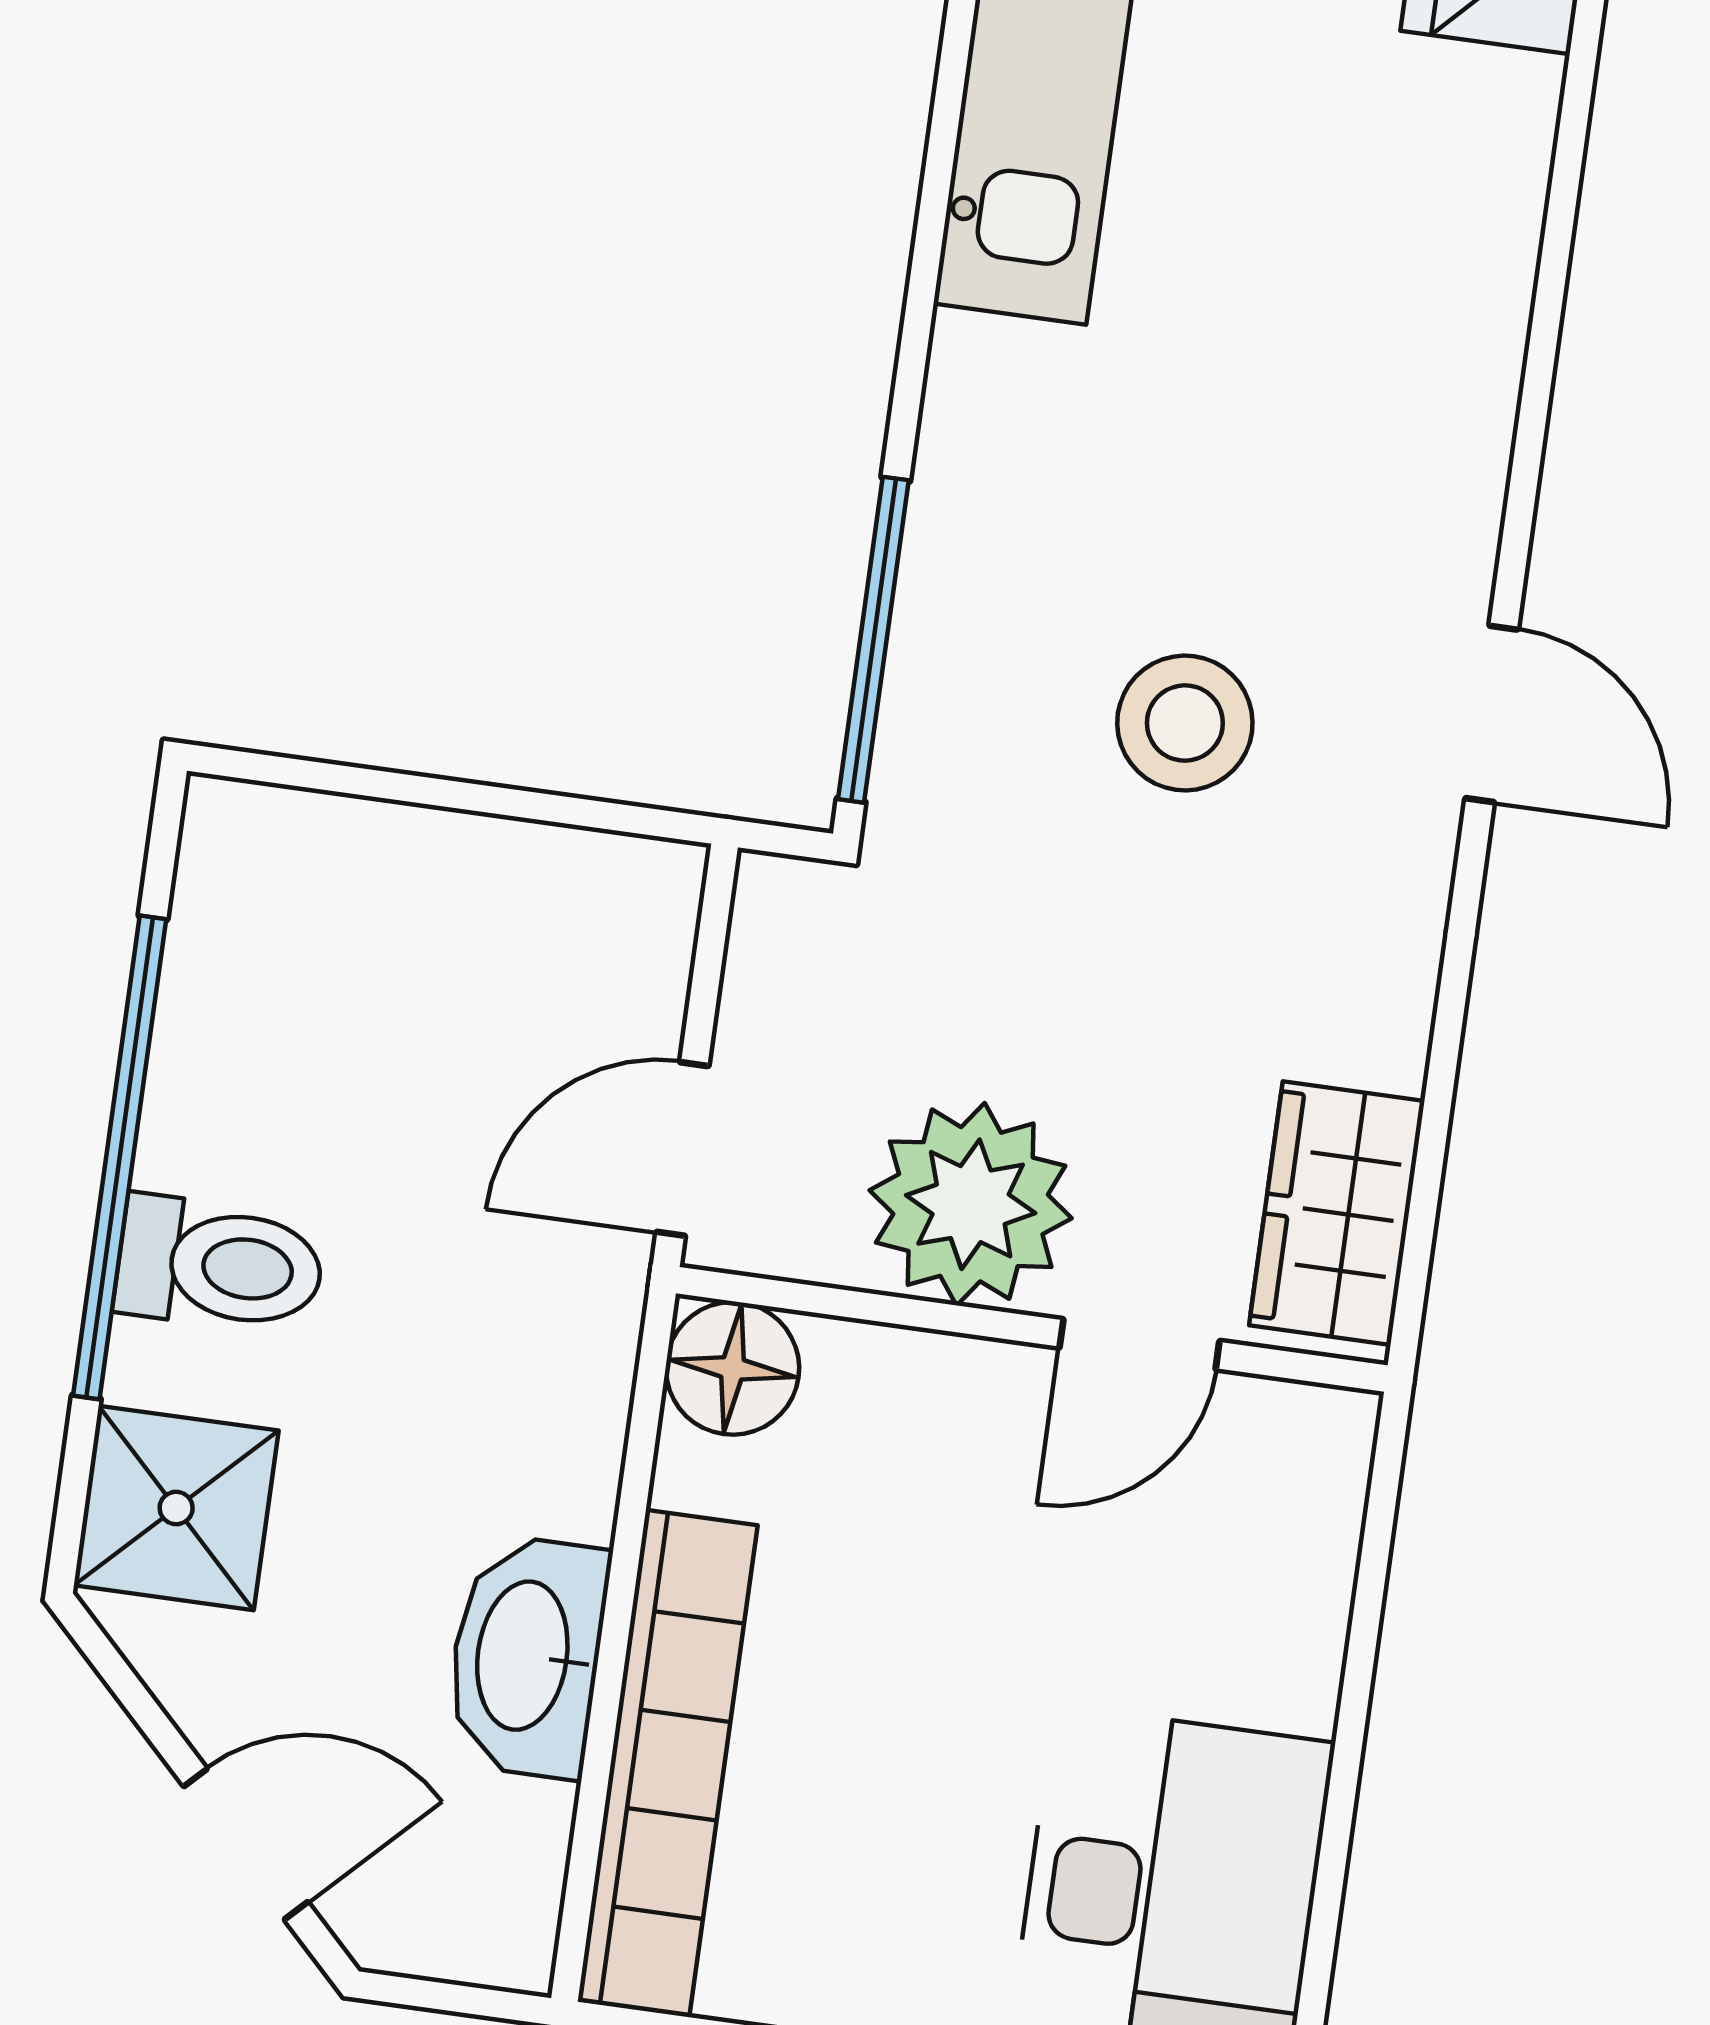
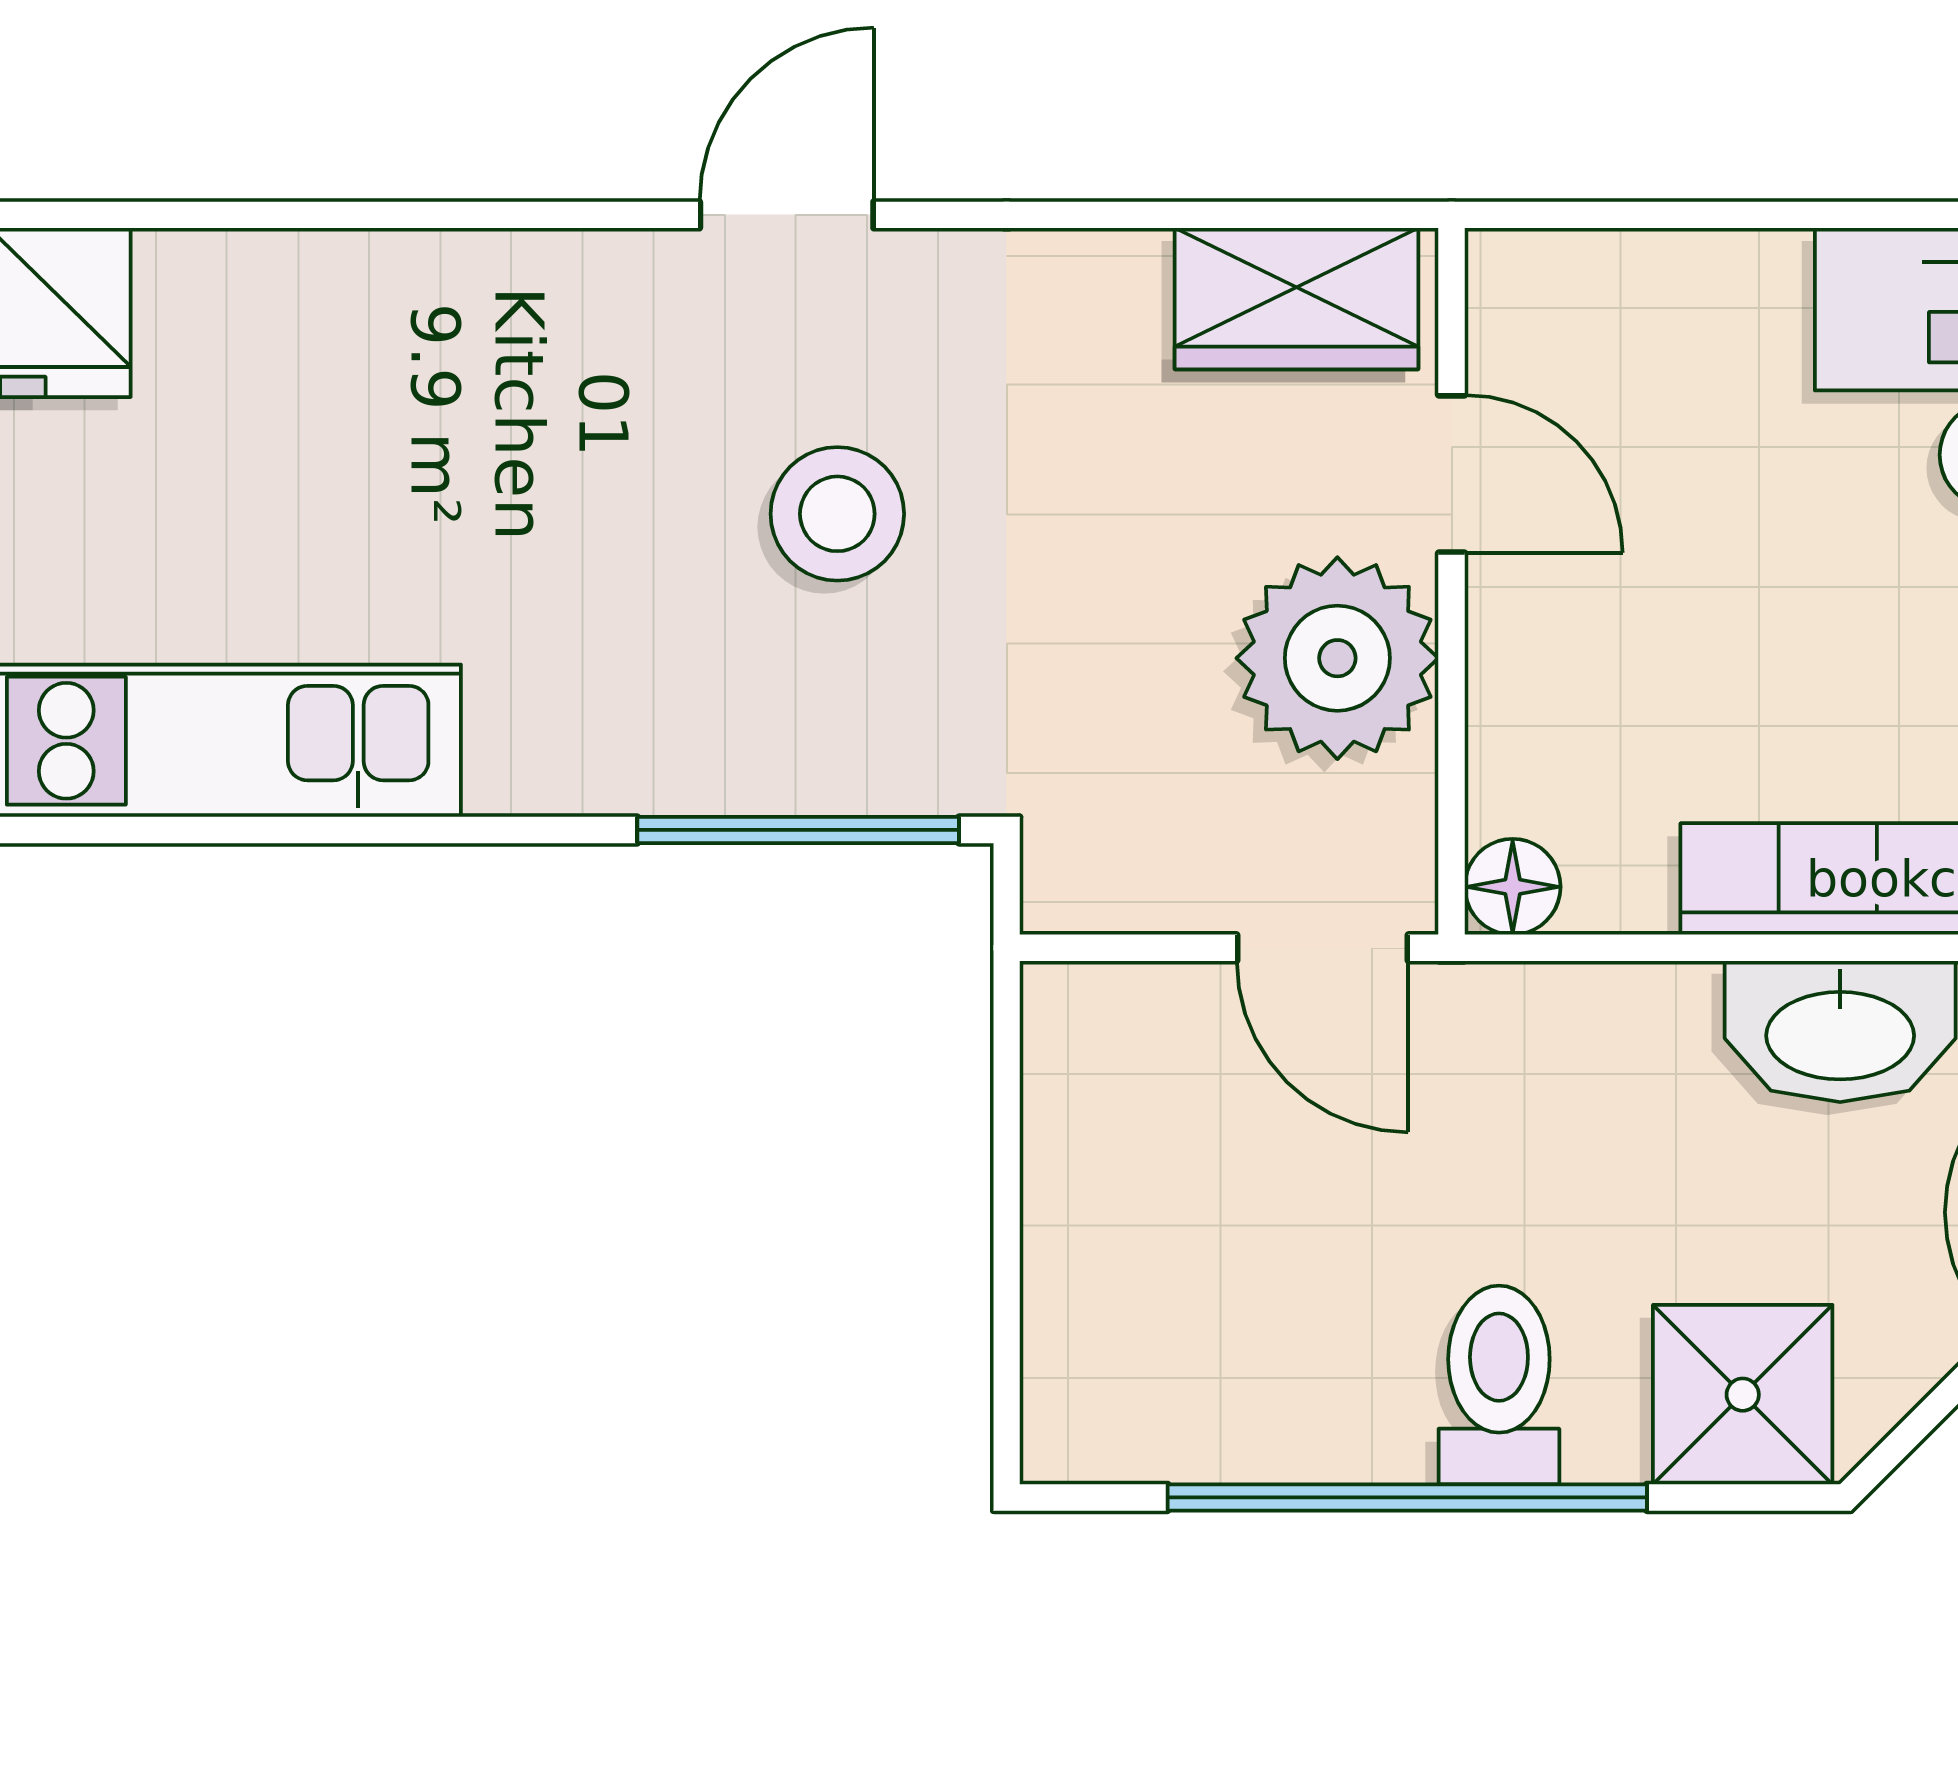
floor lamp: (733, 1368) -> (1513, 887), width x0.73, depth x0.73

